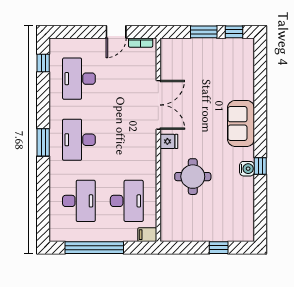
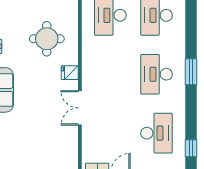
double door: (158, 105) -> (80, 108), width x0.73
desk: (79, 140) -> (157, 74), turned 180

